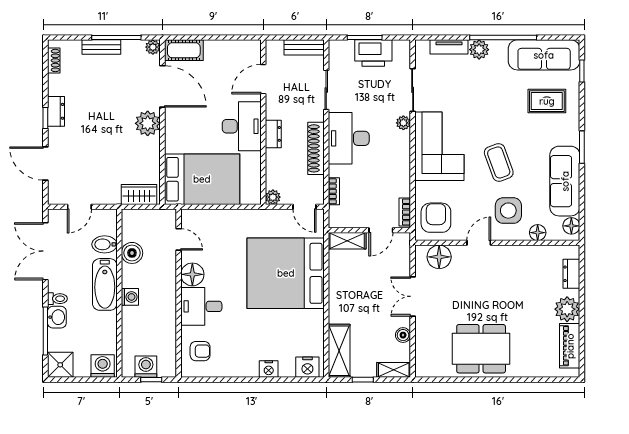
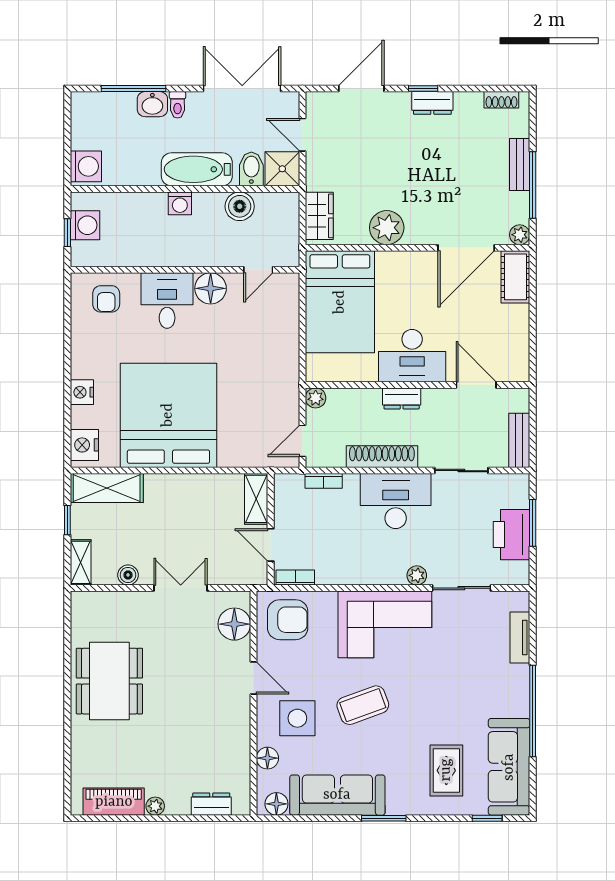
plant: (479, 50) -> (516, 678), removed
plant: (148, 123) -> (387, 228), moved
bed: (286, 273) -> (168, 415), moved
plant: (567, 309) -> (155, 806), width x0.53, depth x0.53
shower: (60, 365) -> (282, 169), moved

